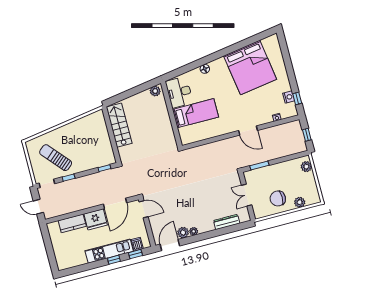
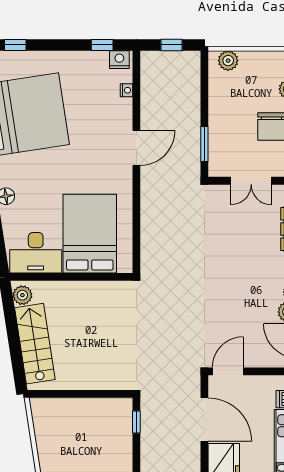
window: (285, 53) -> (15, 45), added
nightstand: (289, 97) -> (119, 60), moved
bed: (195, 113) -> (90, 234), width x1.50
stairs: (119, 125) -> (35, 344), moved, turned 81

